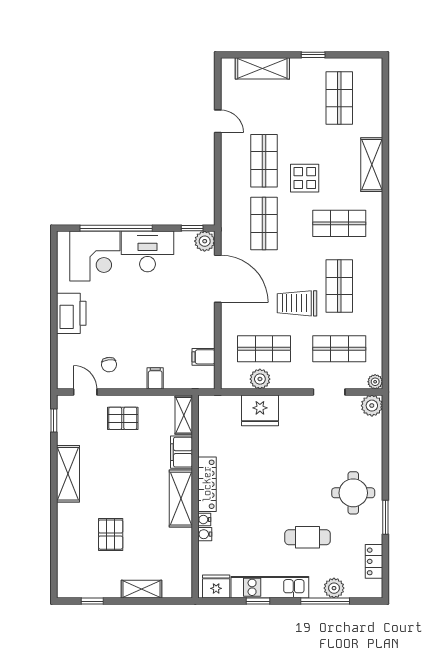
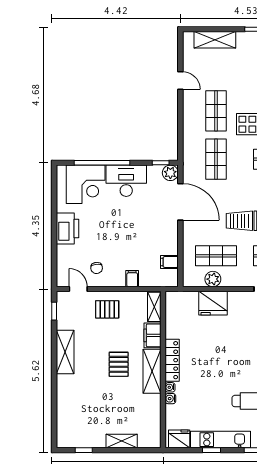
pallet: (111, 535) -> (119, 364), moved

